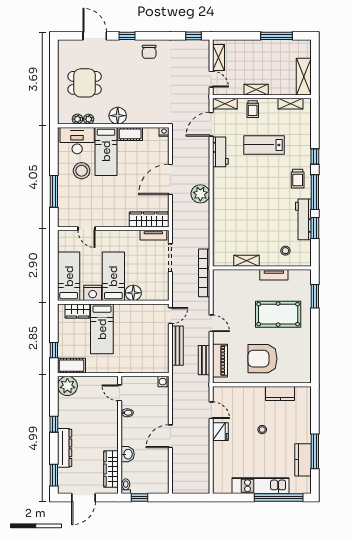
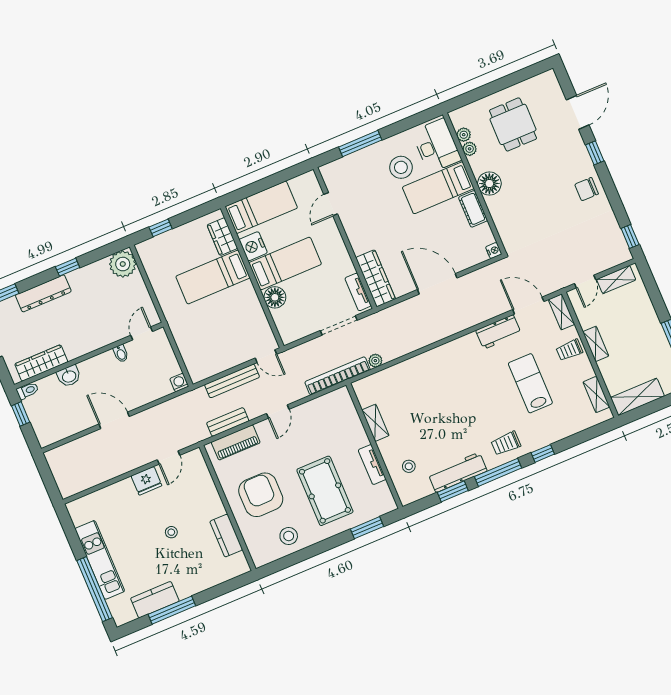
plant: (200, 194) -> (375, 361), moved, width x0.53, depth x0.53
stool: (298, 352) -> (289, 536), added
cot: (72, 366) -> (151, 258), removed

